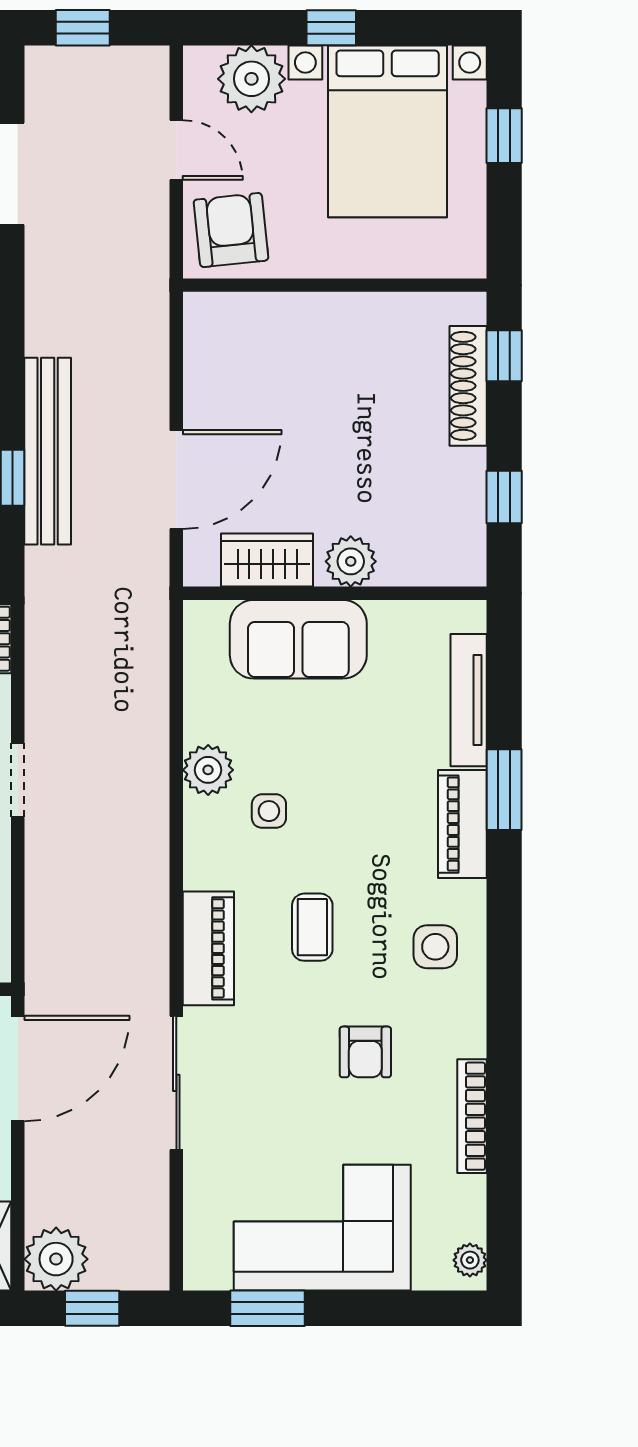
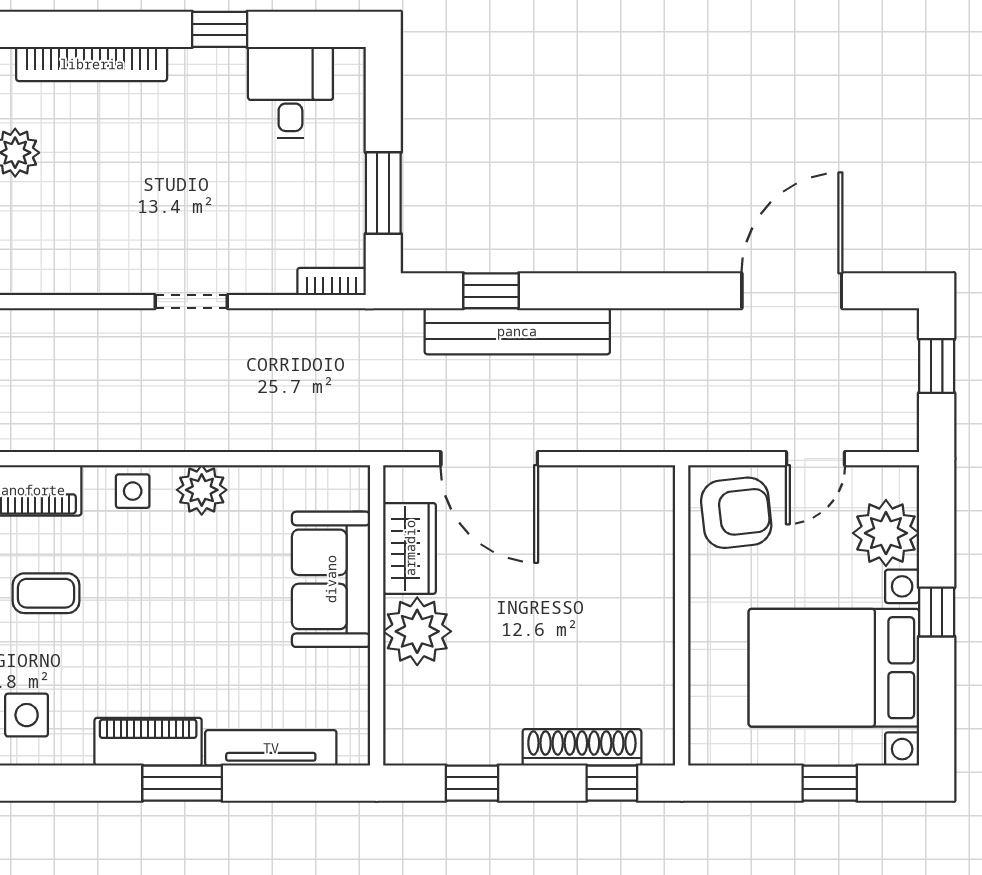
plant: (351, 561) -> (417, 631), width x1.36, depth x1.36
side table: (269, 811) -> (133, 491), moved

